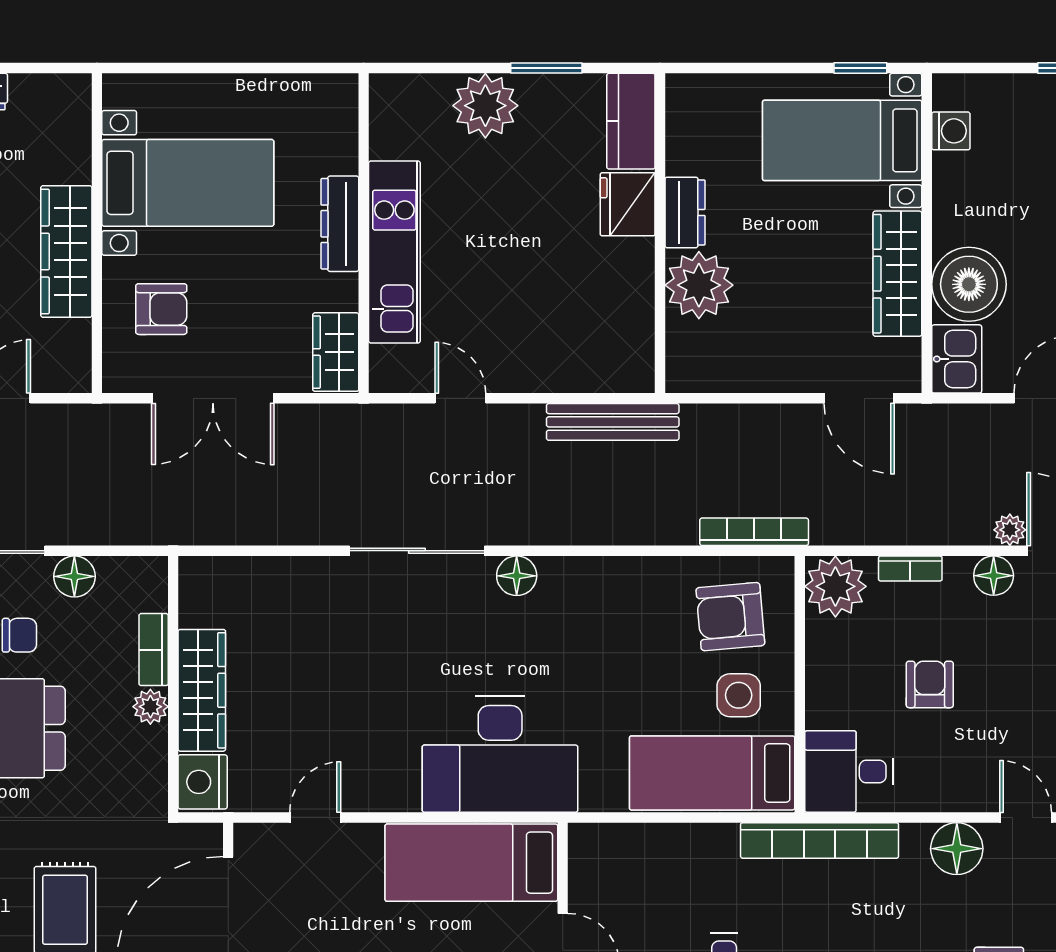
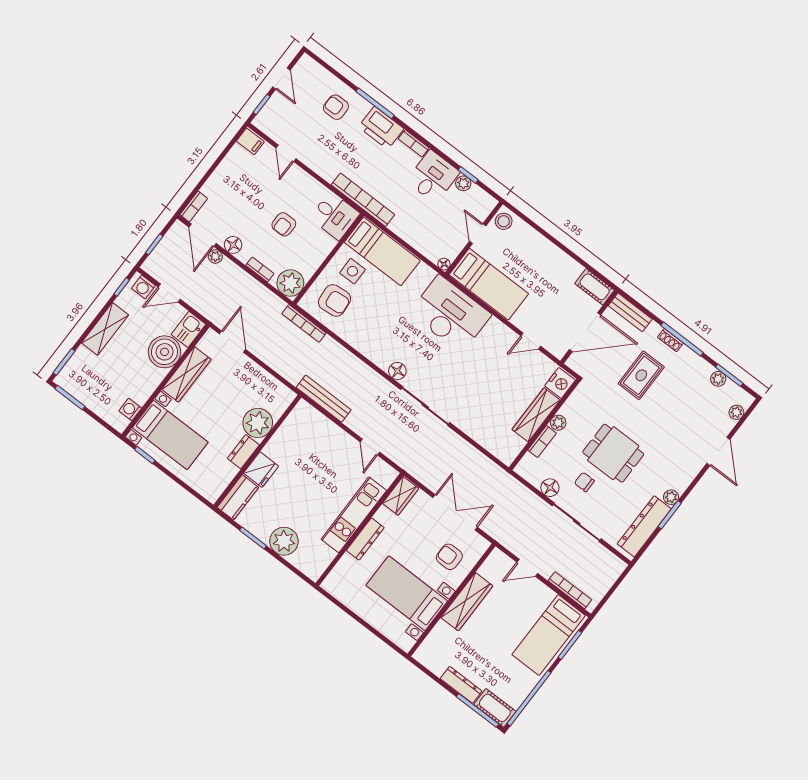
floor lamp: (957, 849) -> (444, 264), moved, width x0.53, depth x0.53

